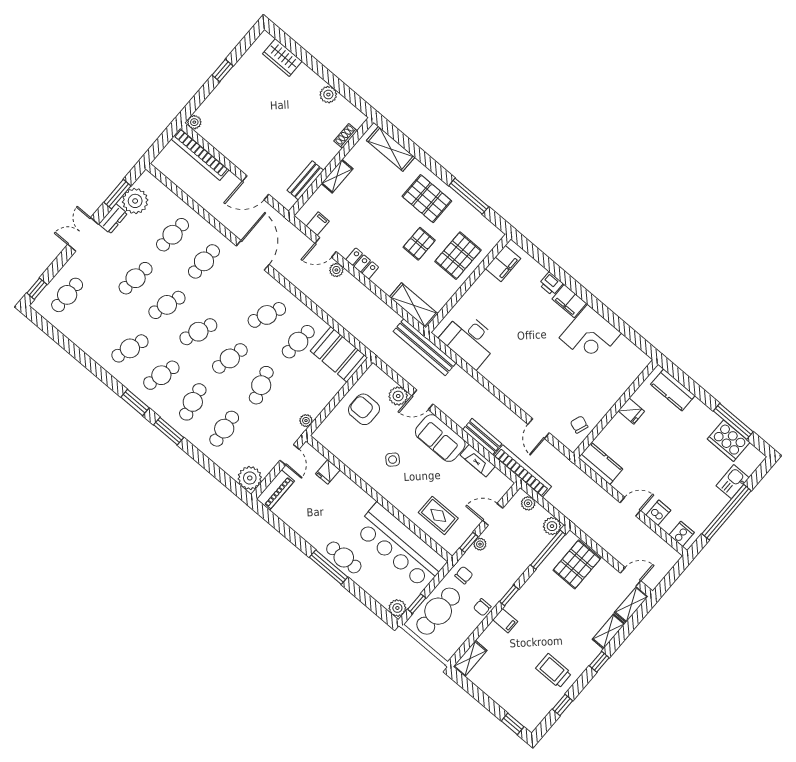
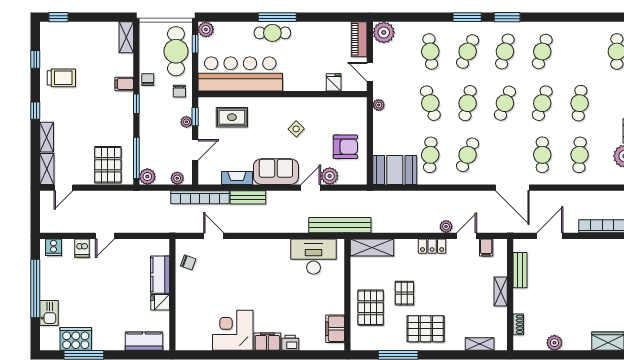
shelving: (391, 149) -> (480, 344), width x0.67, depth x0.75
cafe table: (193, 402) -> (468, 51), turned 36
kitchen counter: (600, 463) -> (160, 275), moved, turned 90

